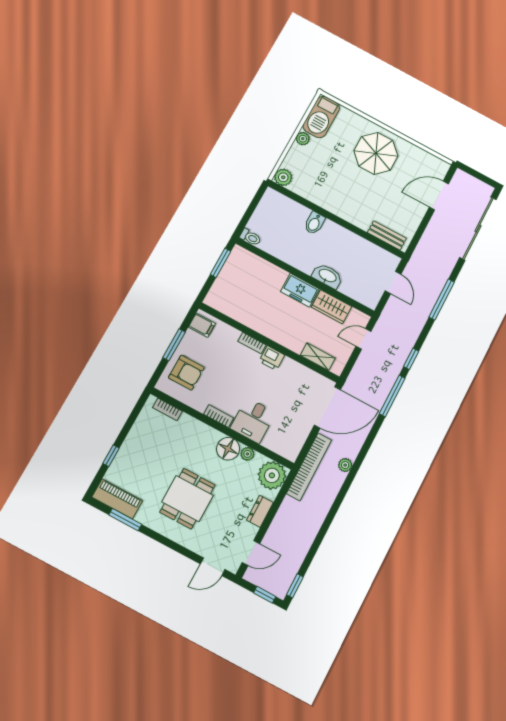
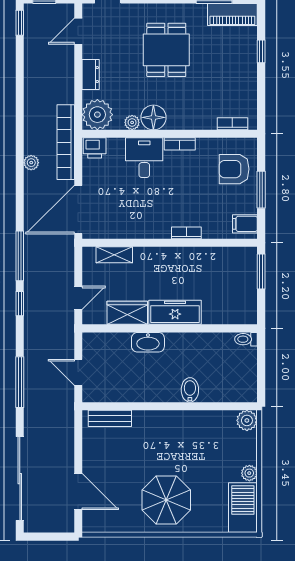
door: (439, 195) -> (78, 491), hinge flipped
window: (221, 263) -> (261, 272), moved
freezer: (300, 290) -> (175, 312), width x1.40
printer: (272, 358) -> (95, 148), moved, turned 180

